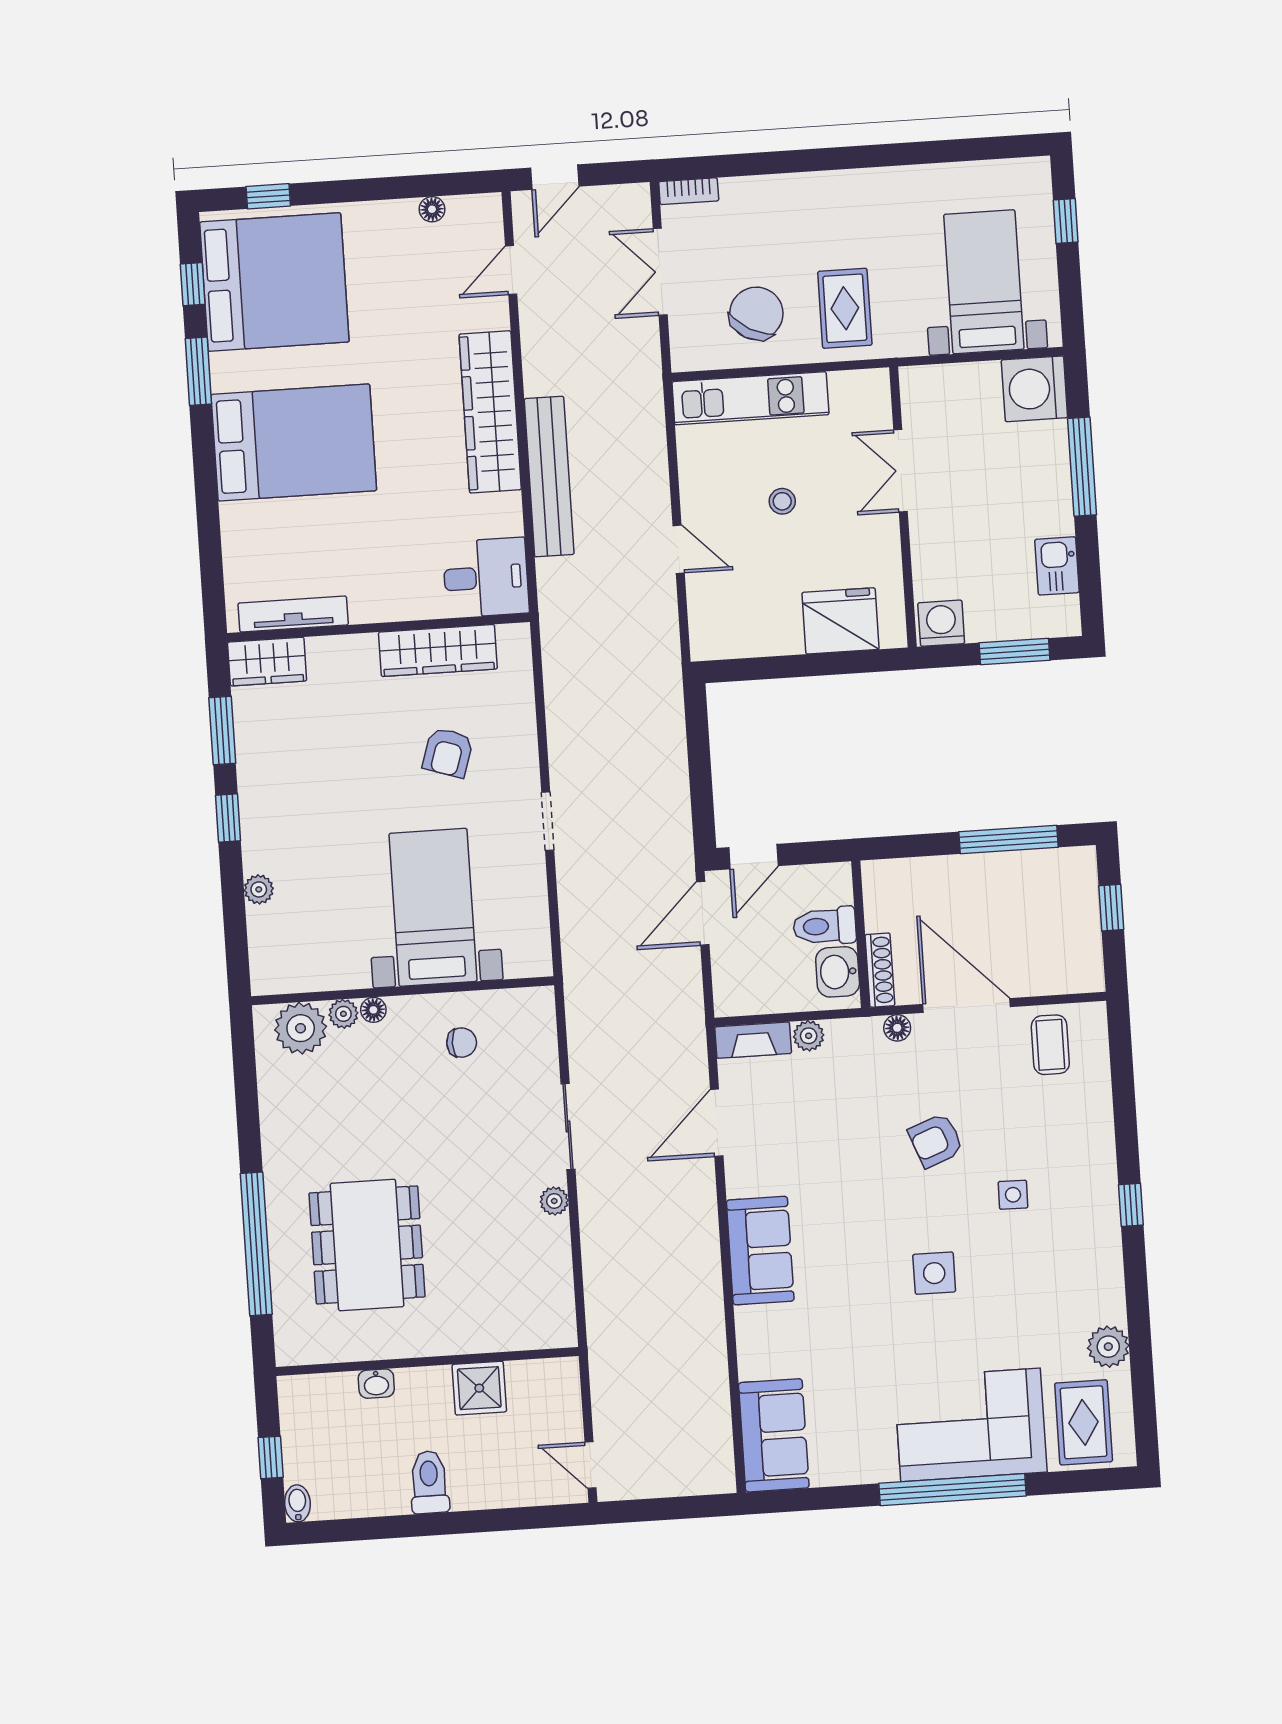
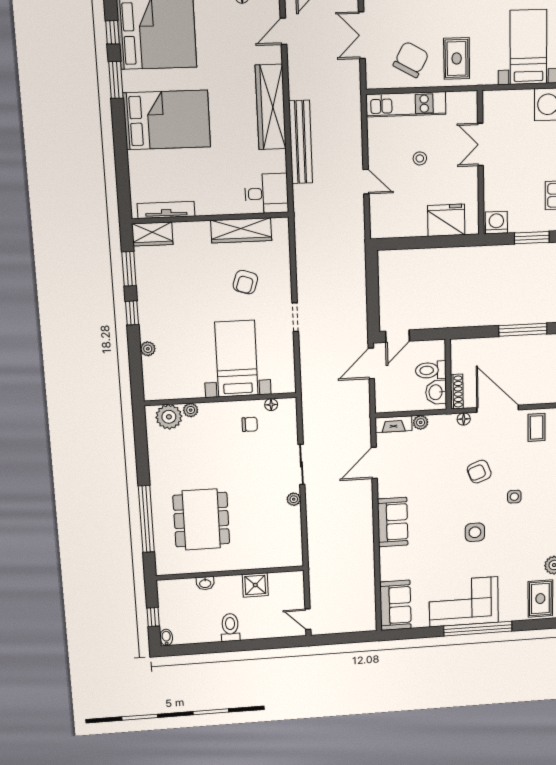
floor lamp: (373, 1010) -> (271, 405), moved
corner sofa: (971, 1425) -> (464, 602), moved

